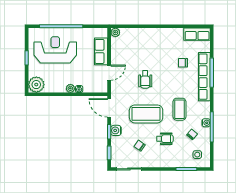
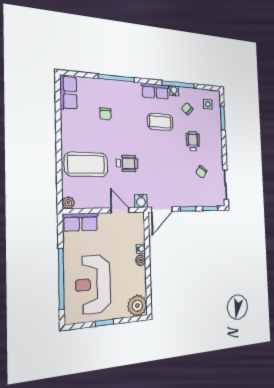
row of seats: (101, 51) -> (81, 222), moved
row of seats: (204, 77) -> (155, 91), moved, width x0.50
coffee table: (146, 114) -> (86, 164), moved, turned 90
water cooler: (116, 130) -> (141, 201), moved

